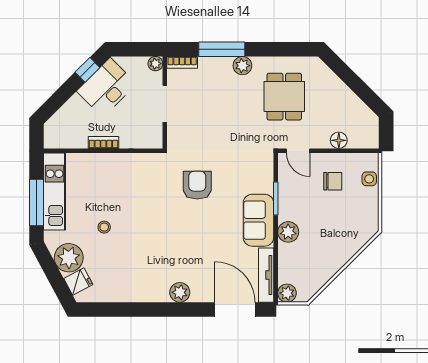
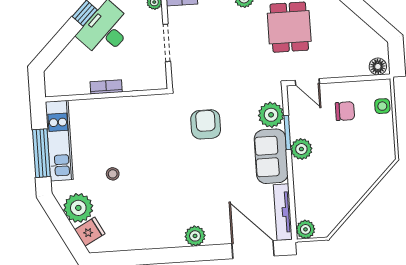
floor lamp: (339, 140) -> (378, 66), moved
plant: (261, 180) -> (271, 115), added
plant: (288, 232) -> (301, 149), moved

